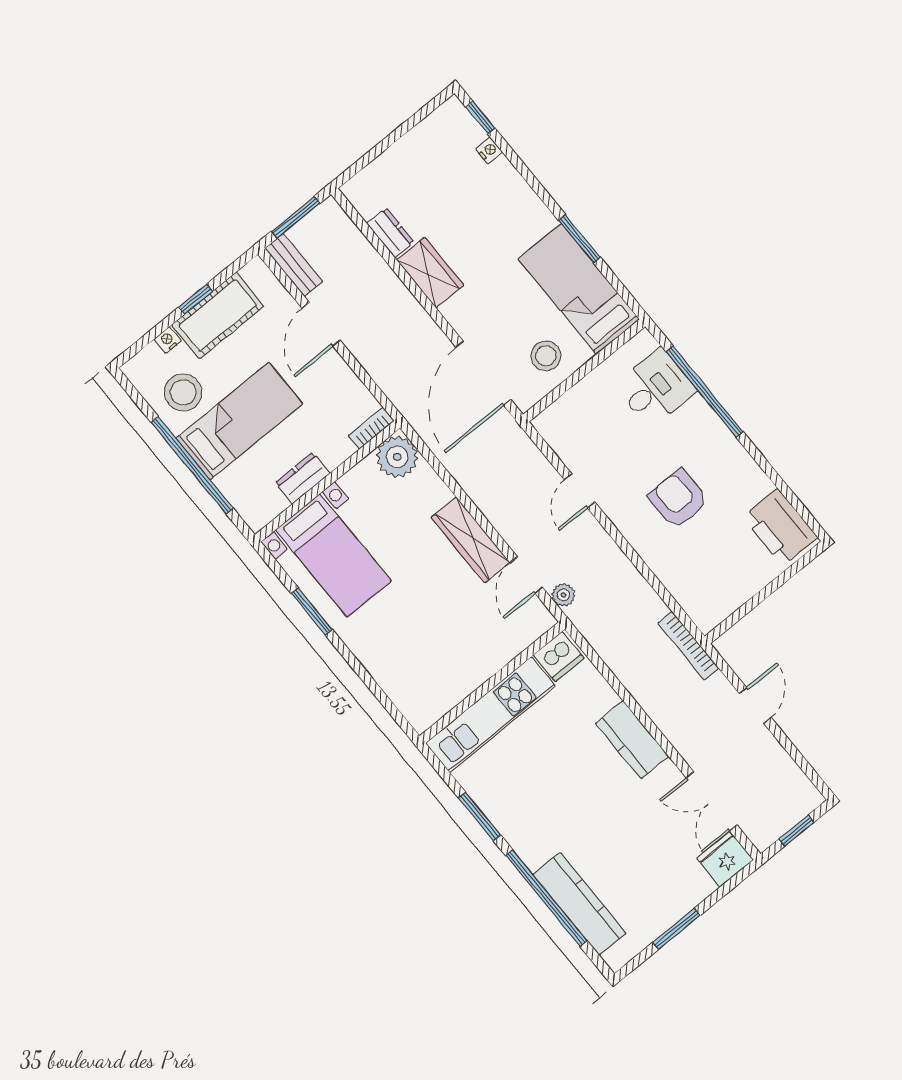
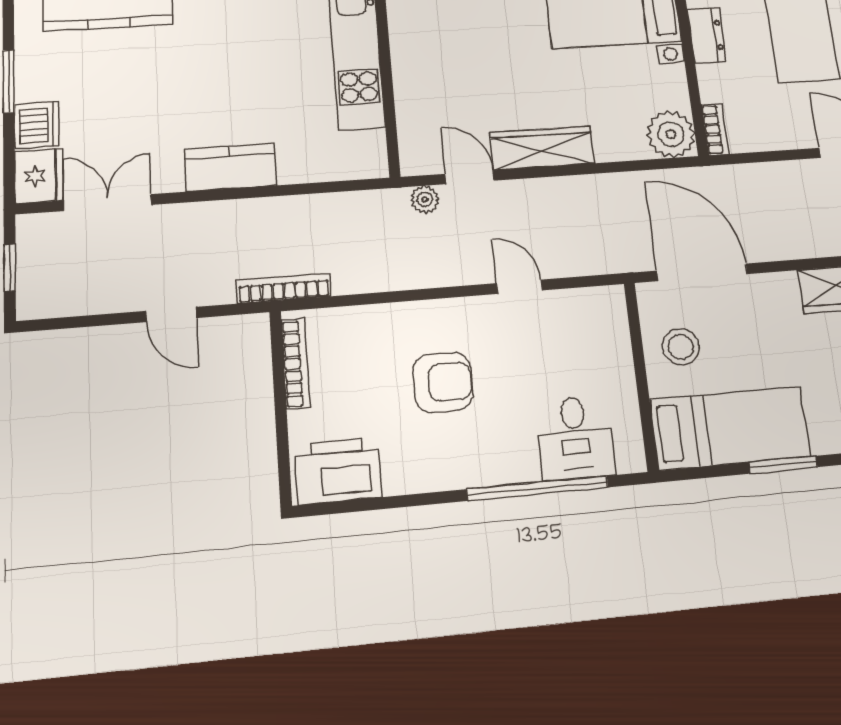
bookcase: (732, 603) -> (295, 364), added
dishwasher: (559, 657) -> (37, 125), moved, turned 180

